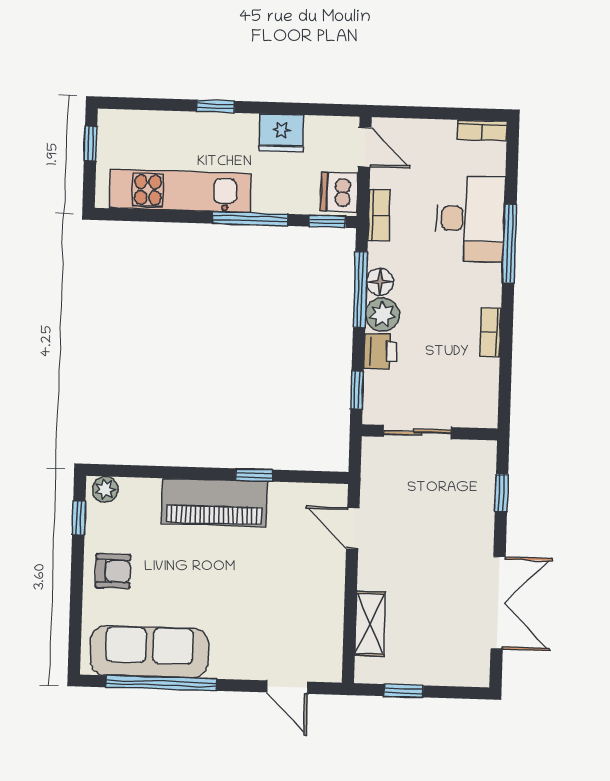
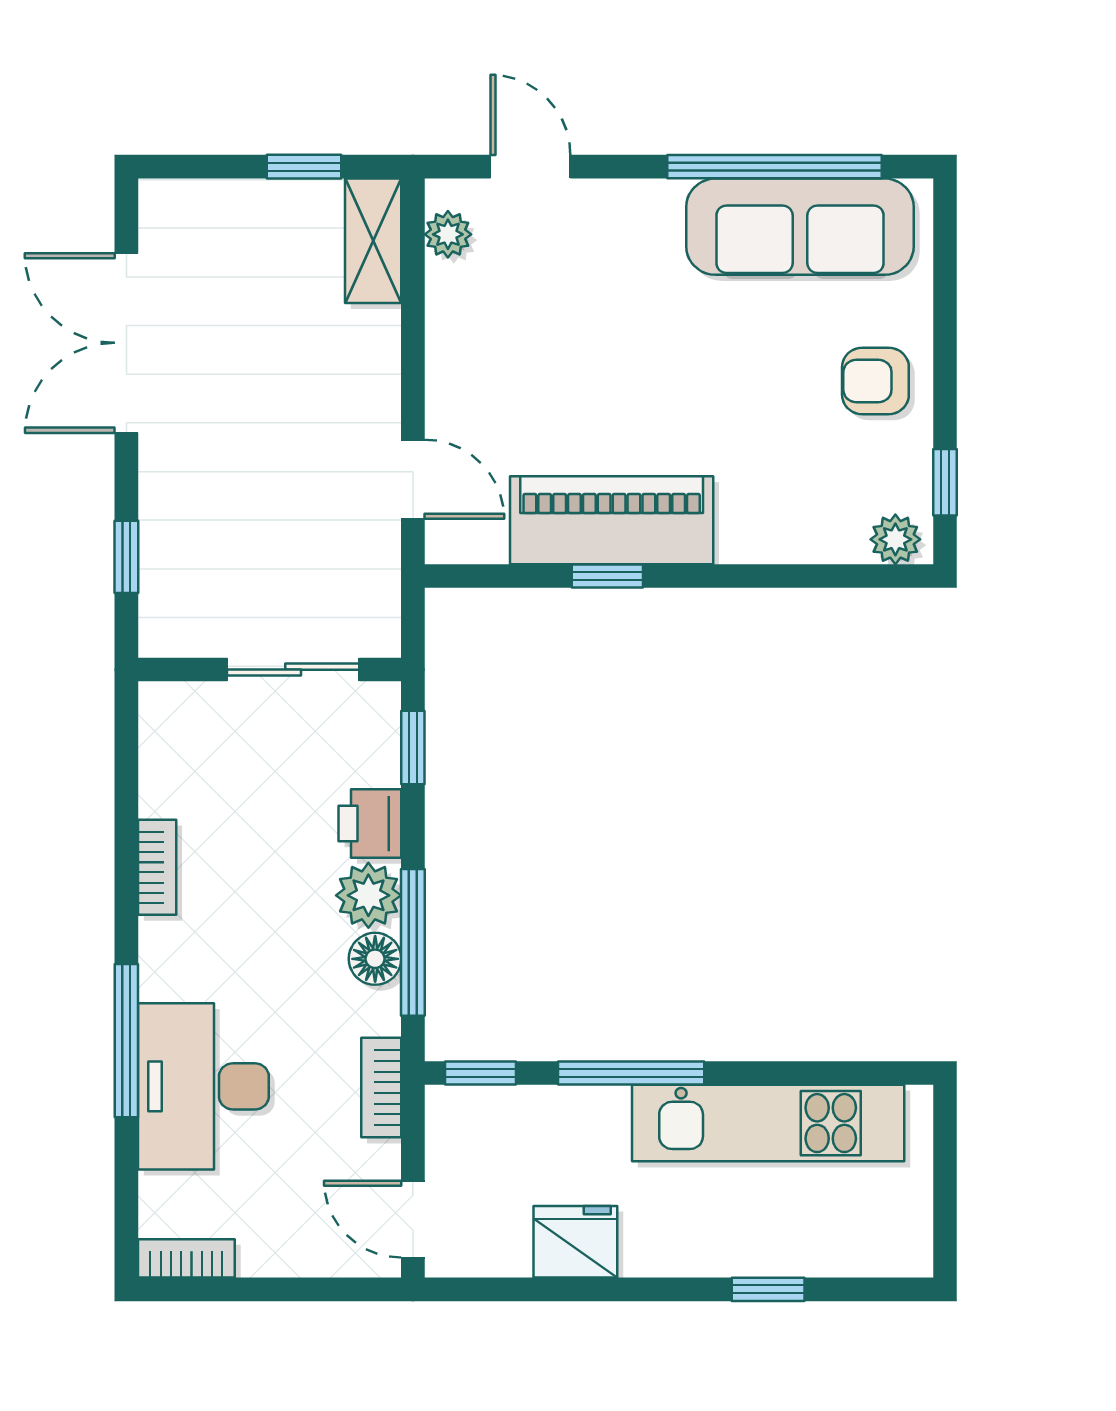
window: (216, 106) -> (768, 1289), moved
window: (91, 144) -> (945, 1209), removed
dishwasher: (339, 192) -> (460, 1130), removed
piano: (214, 503) -> (612, 520), moved
shelving: (370, 624) -> (373, 241), moved
plant: (331, 654) -> (448, 234), added

